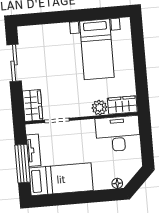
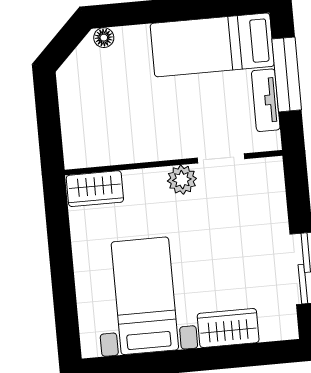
wardrobe: (33, 105) -> (228, 328), moved, turned 90
plant: (99, 108) -> (182, 180), moved
desk: (118, 134) -> (103, 133), removed

